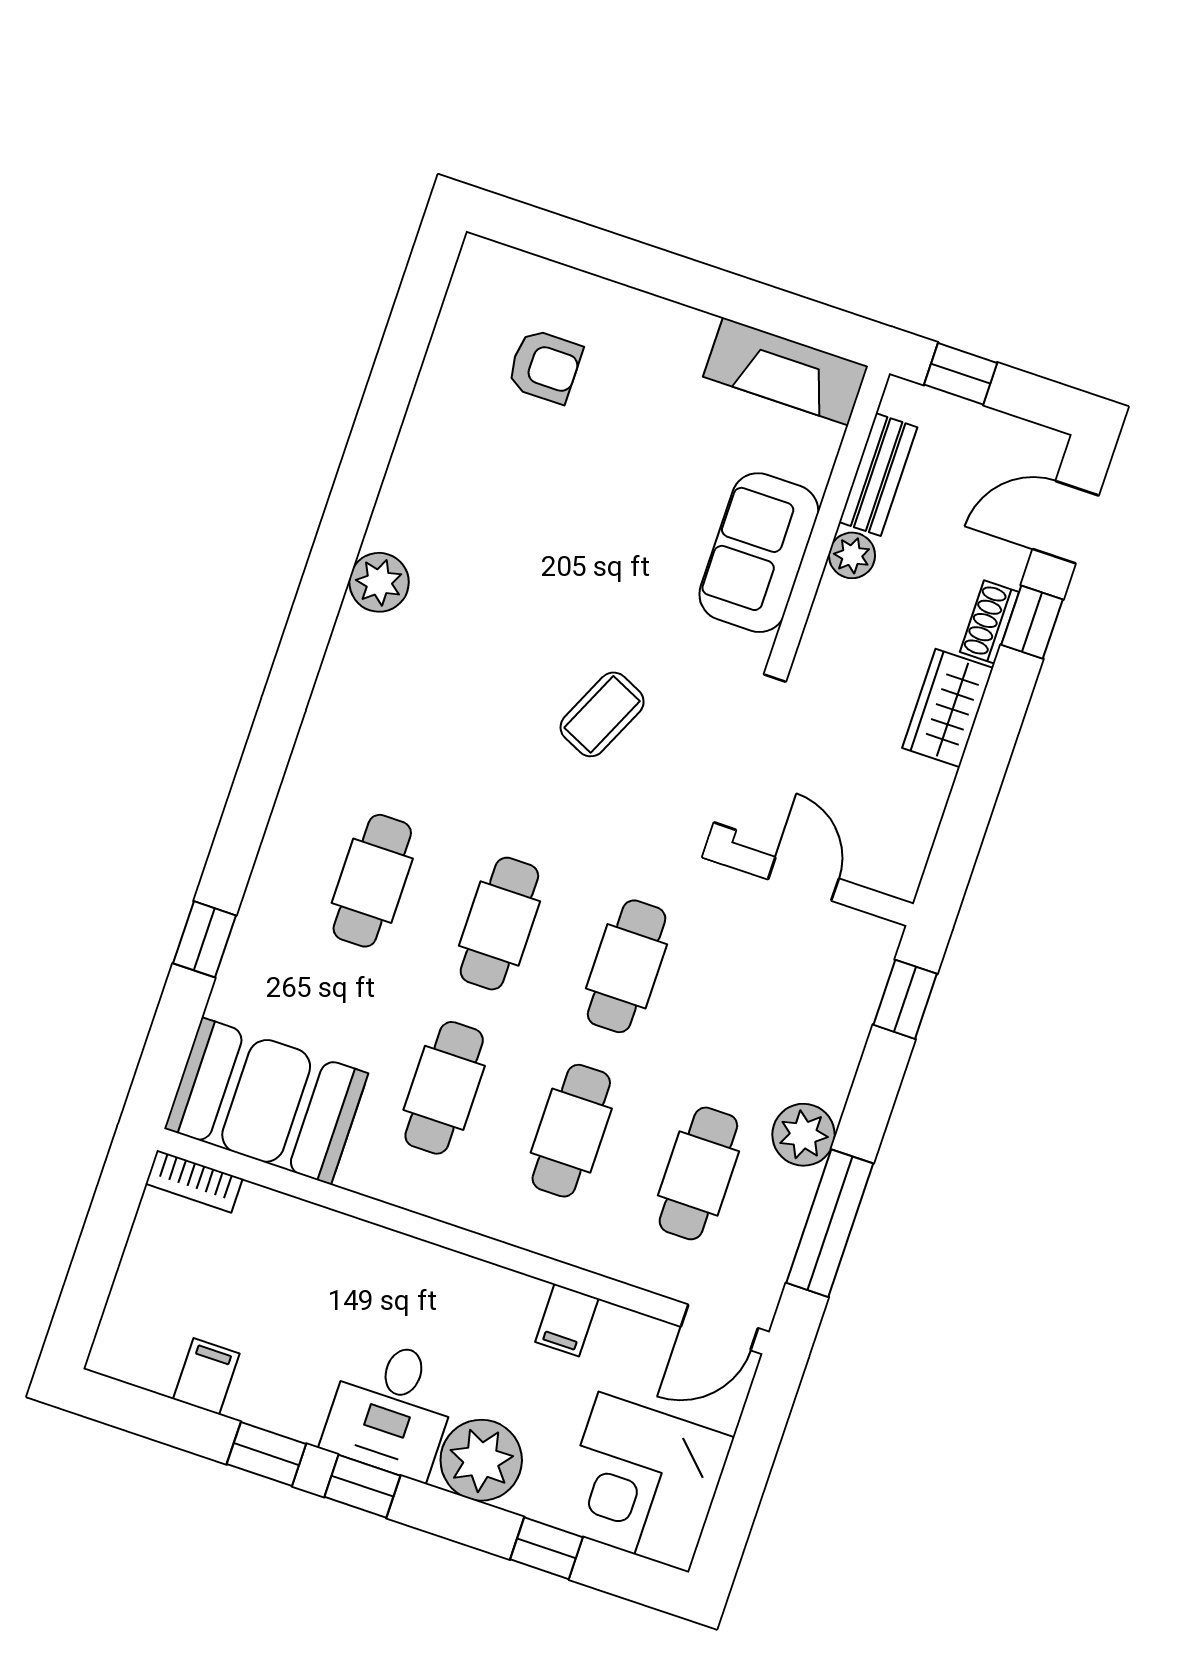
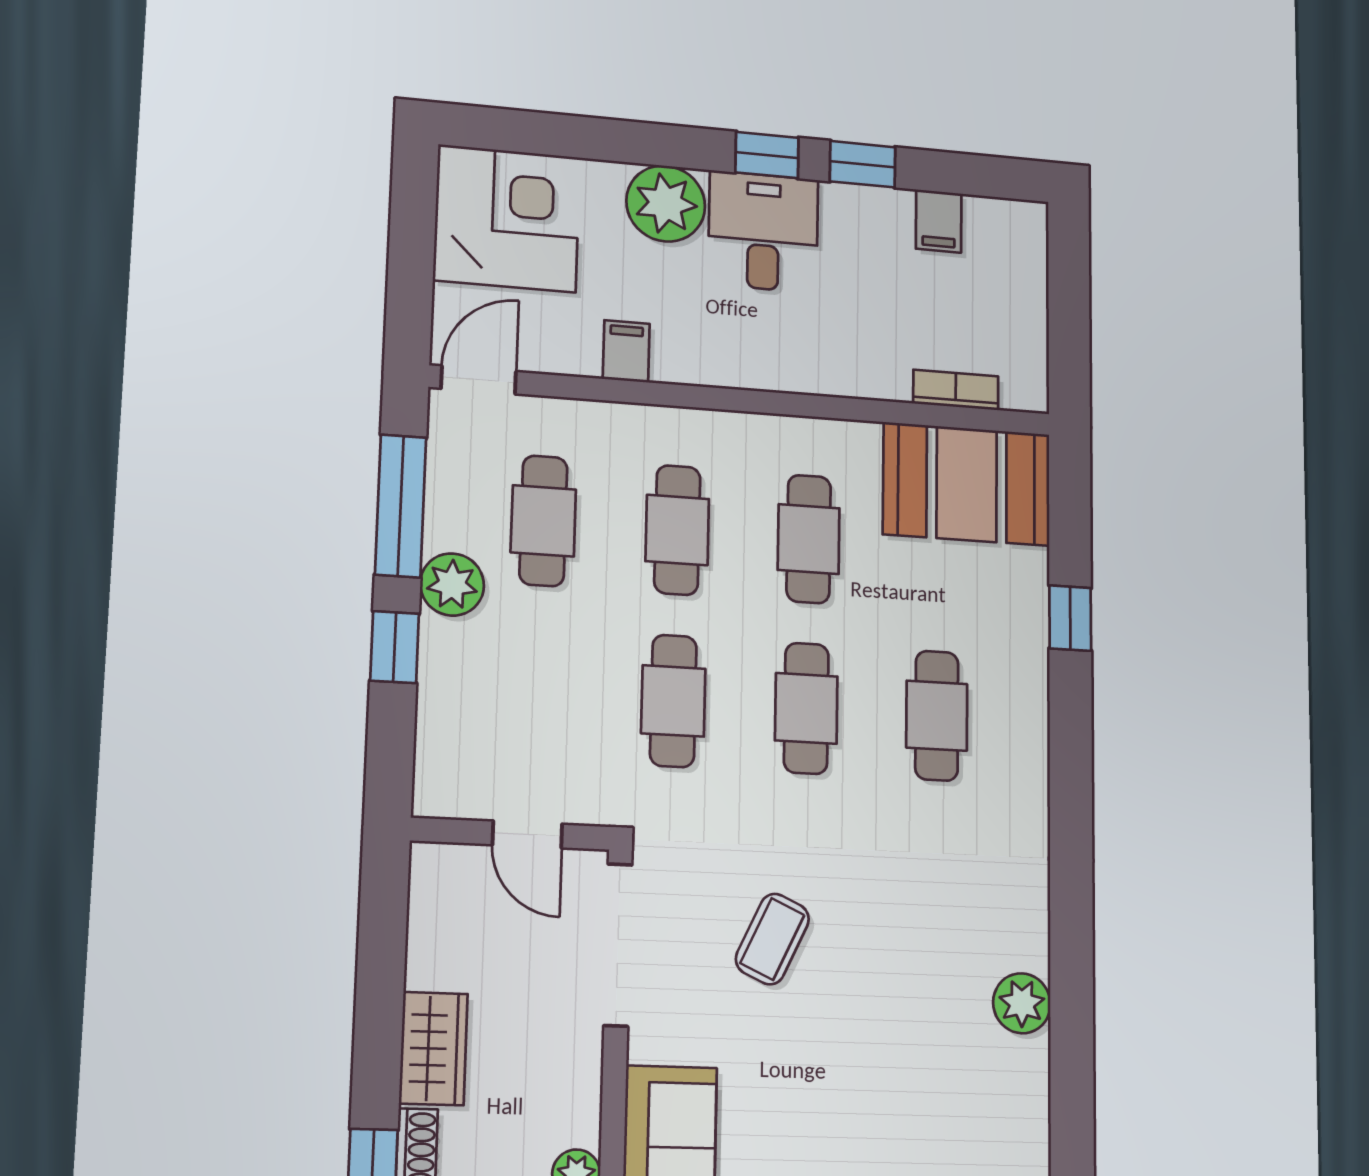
window: (905, 999) -> (395, 647), moved
bookcase: (194, 1181) -> (956, 390), moved
window: (547, 1548) -> (580, 137), removed

